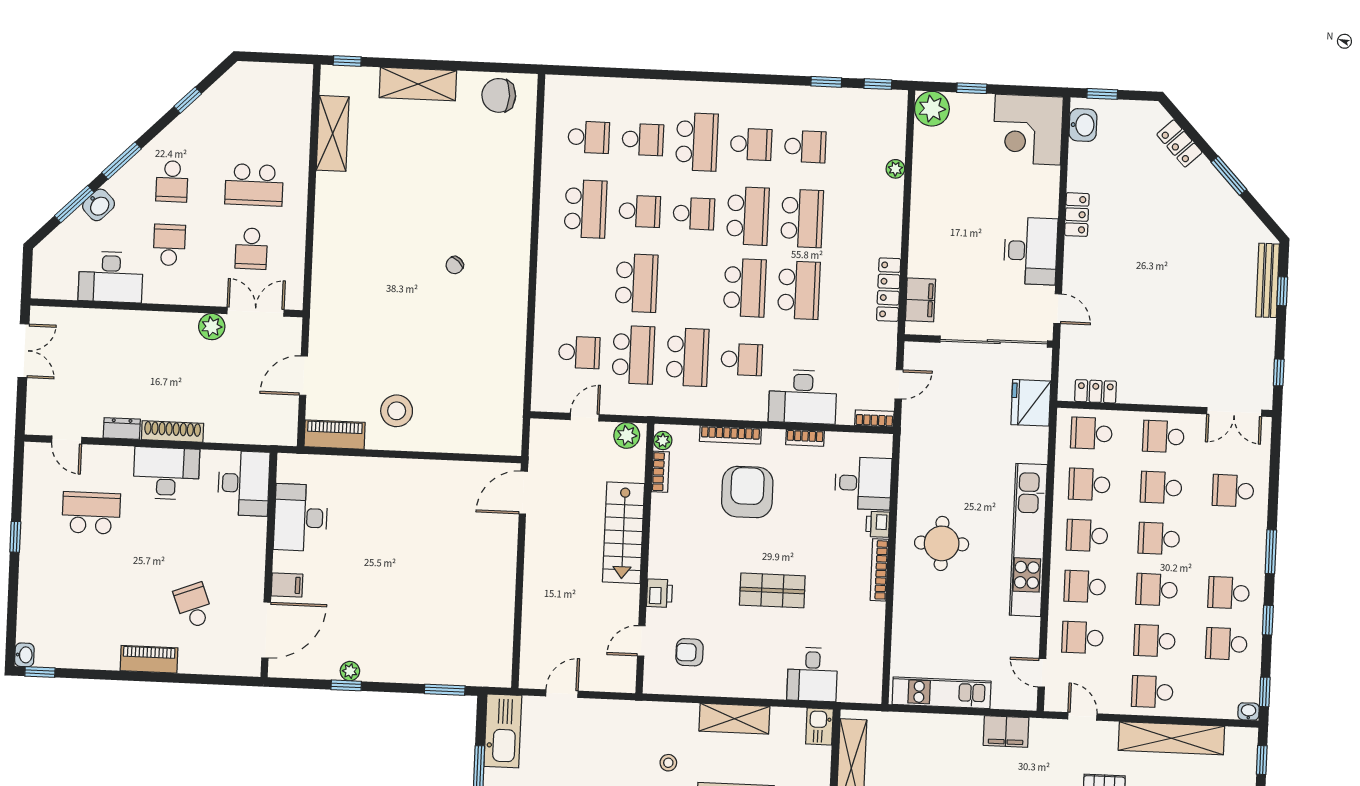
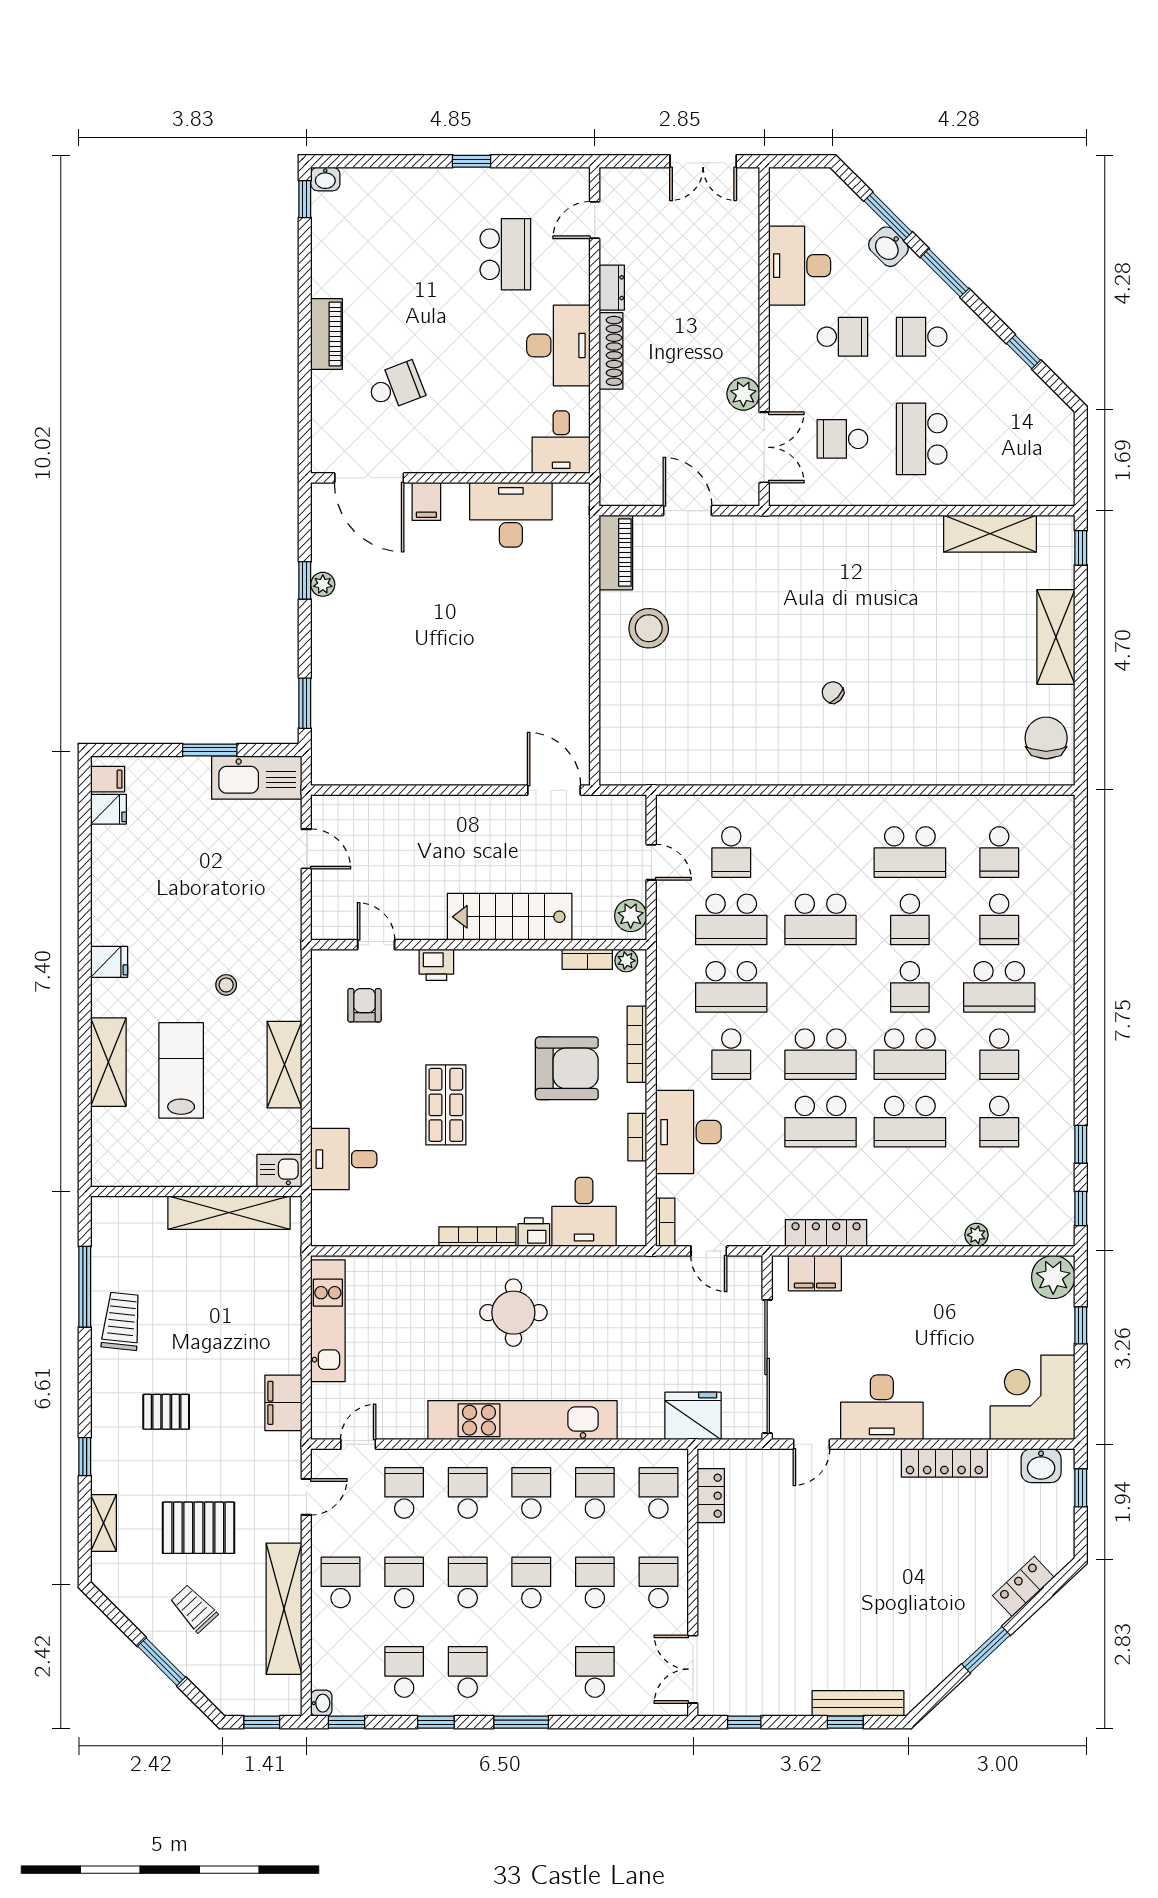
locker: (1077, 215) -> (944, 1463), width x1.53
desk: (244, 483) -> (561, 442), width x0.73

